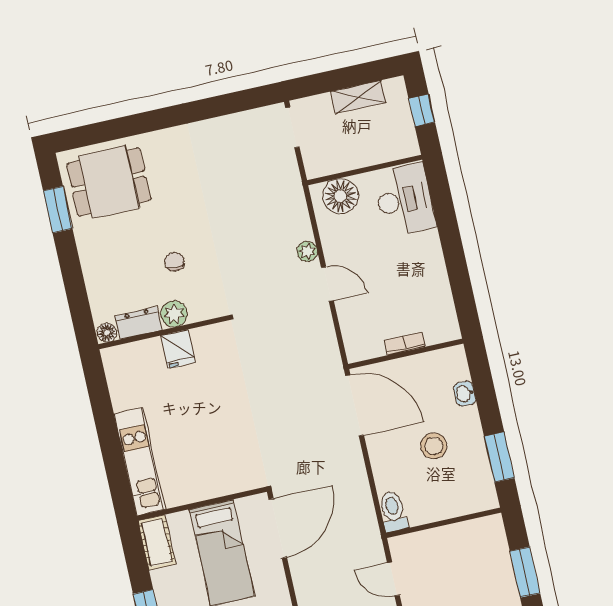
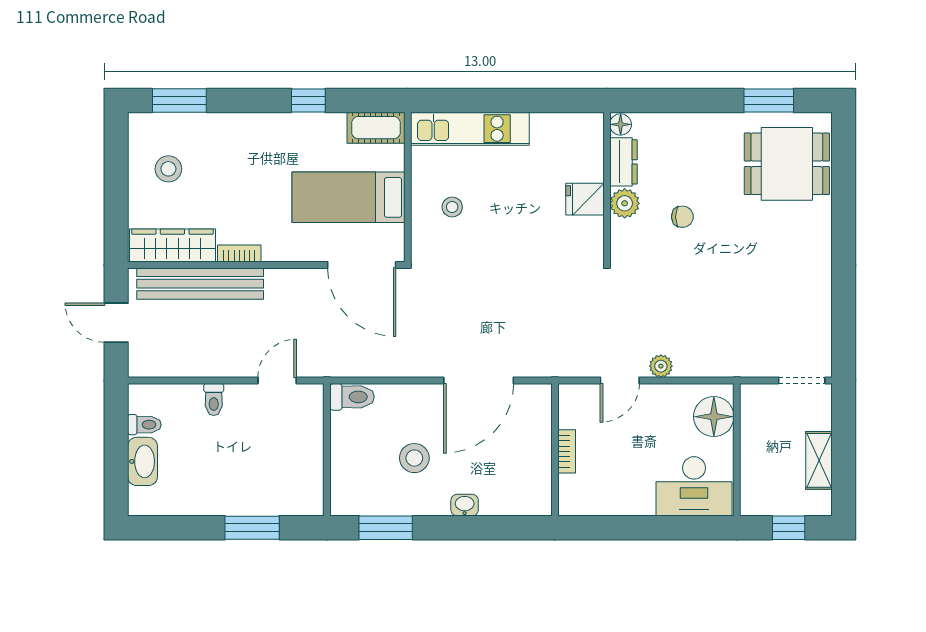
dining table: (109, 182) -> (787, 164), turned 90
bookcase: (405, 344) -> (567, 451), moved
wall: (406, 354) -> (555, 450), moved
stool: (210, 462) -> (452, 207), added

